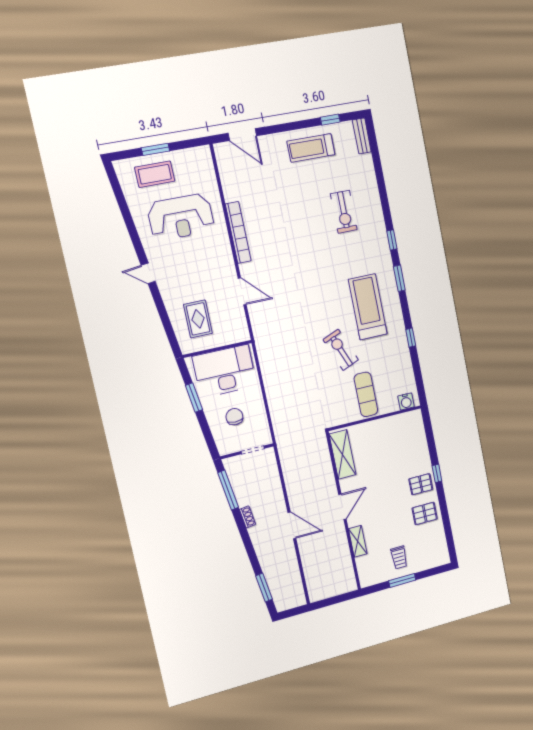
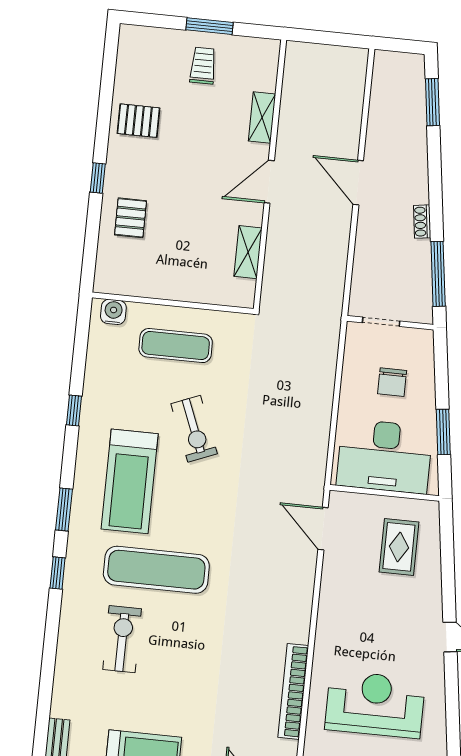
bookcase: (238, 232) -> (293, 691), moved
exercise mat: (337, 260) -> (156, 570), added
door: (242, 291) -> (323, 529), moved
exercise mat: (366, 394) -> (176, 346), turned 90
shelving: (343, 454) -> (248, 252), width x0.67, depth x0.75
pallet: (421, 484) -> (131, 218), moved, turned 90

